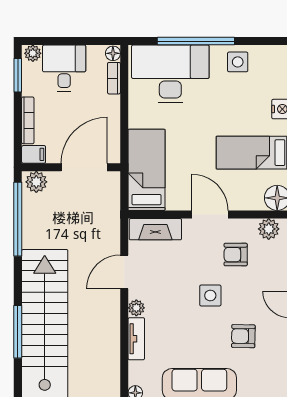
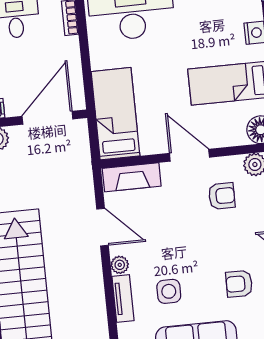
armchair: (236, 255) -> (222, 196), turned 180
door: (124, 272) -> (103, 227), swing flipped
side table: (210, 295) -> (169, 291), moved

